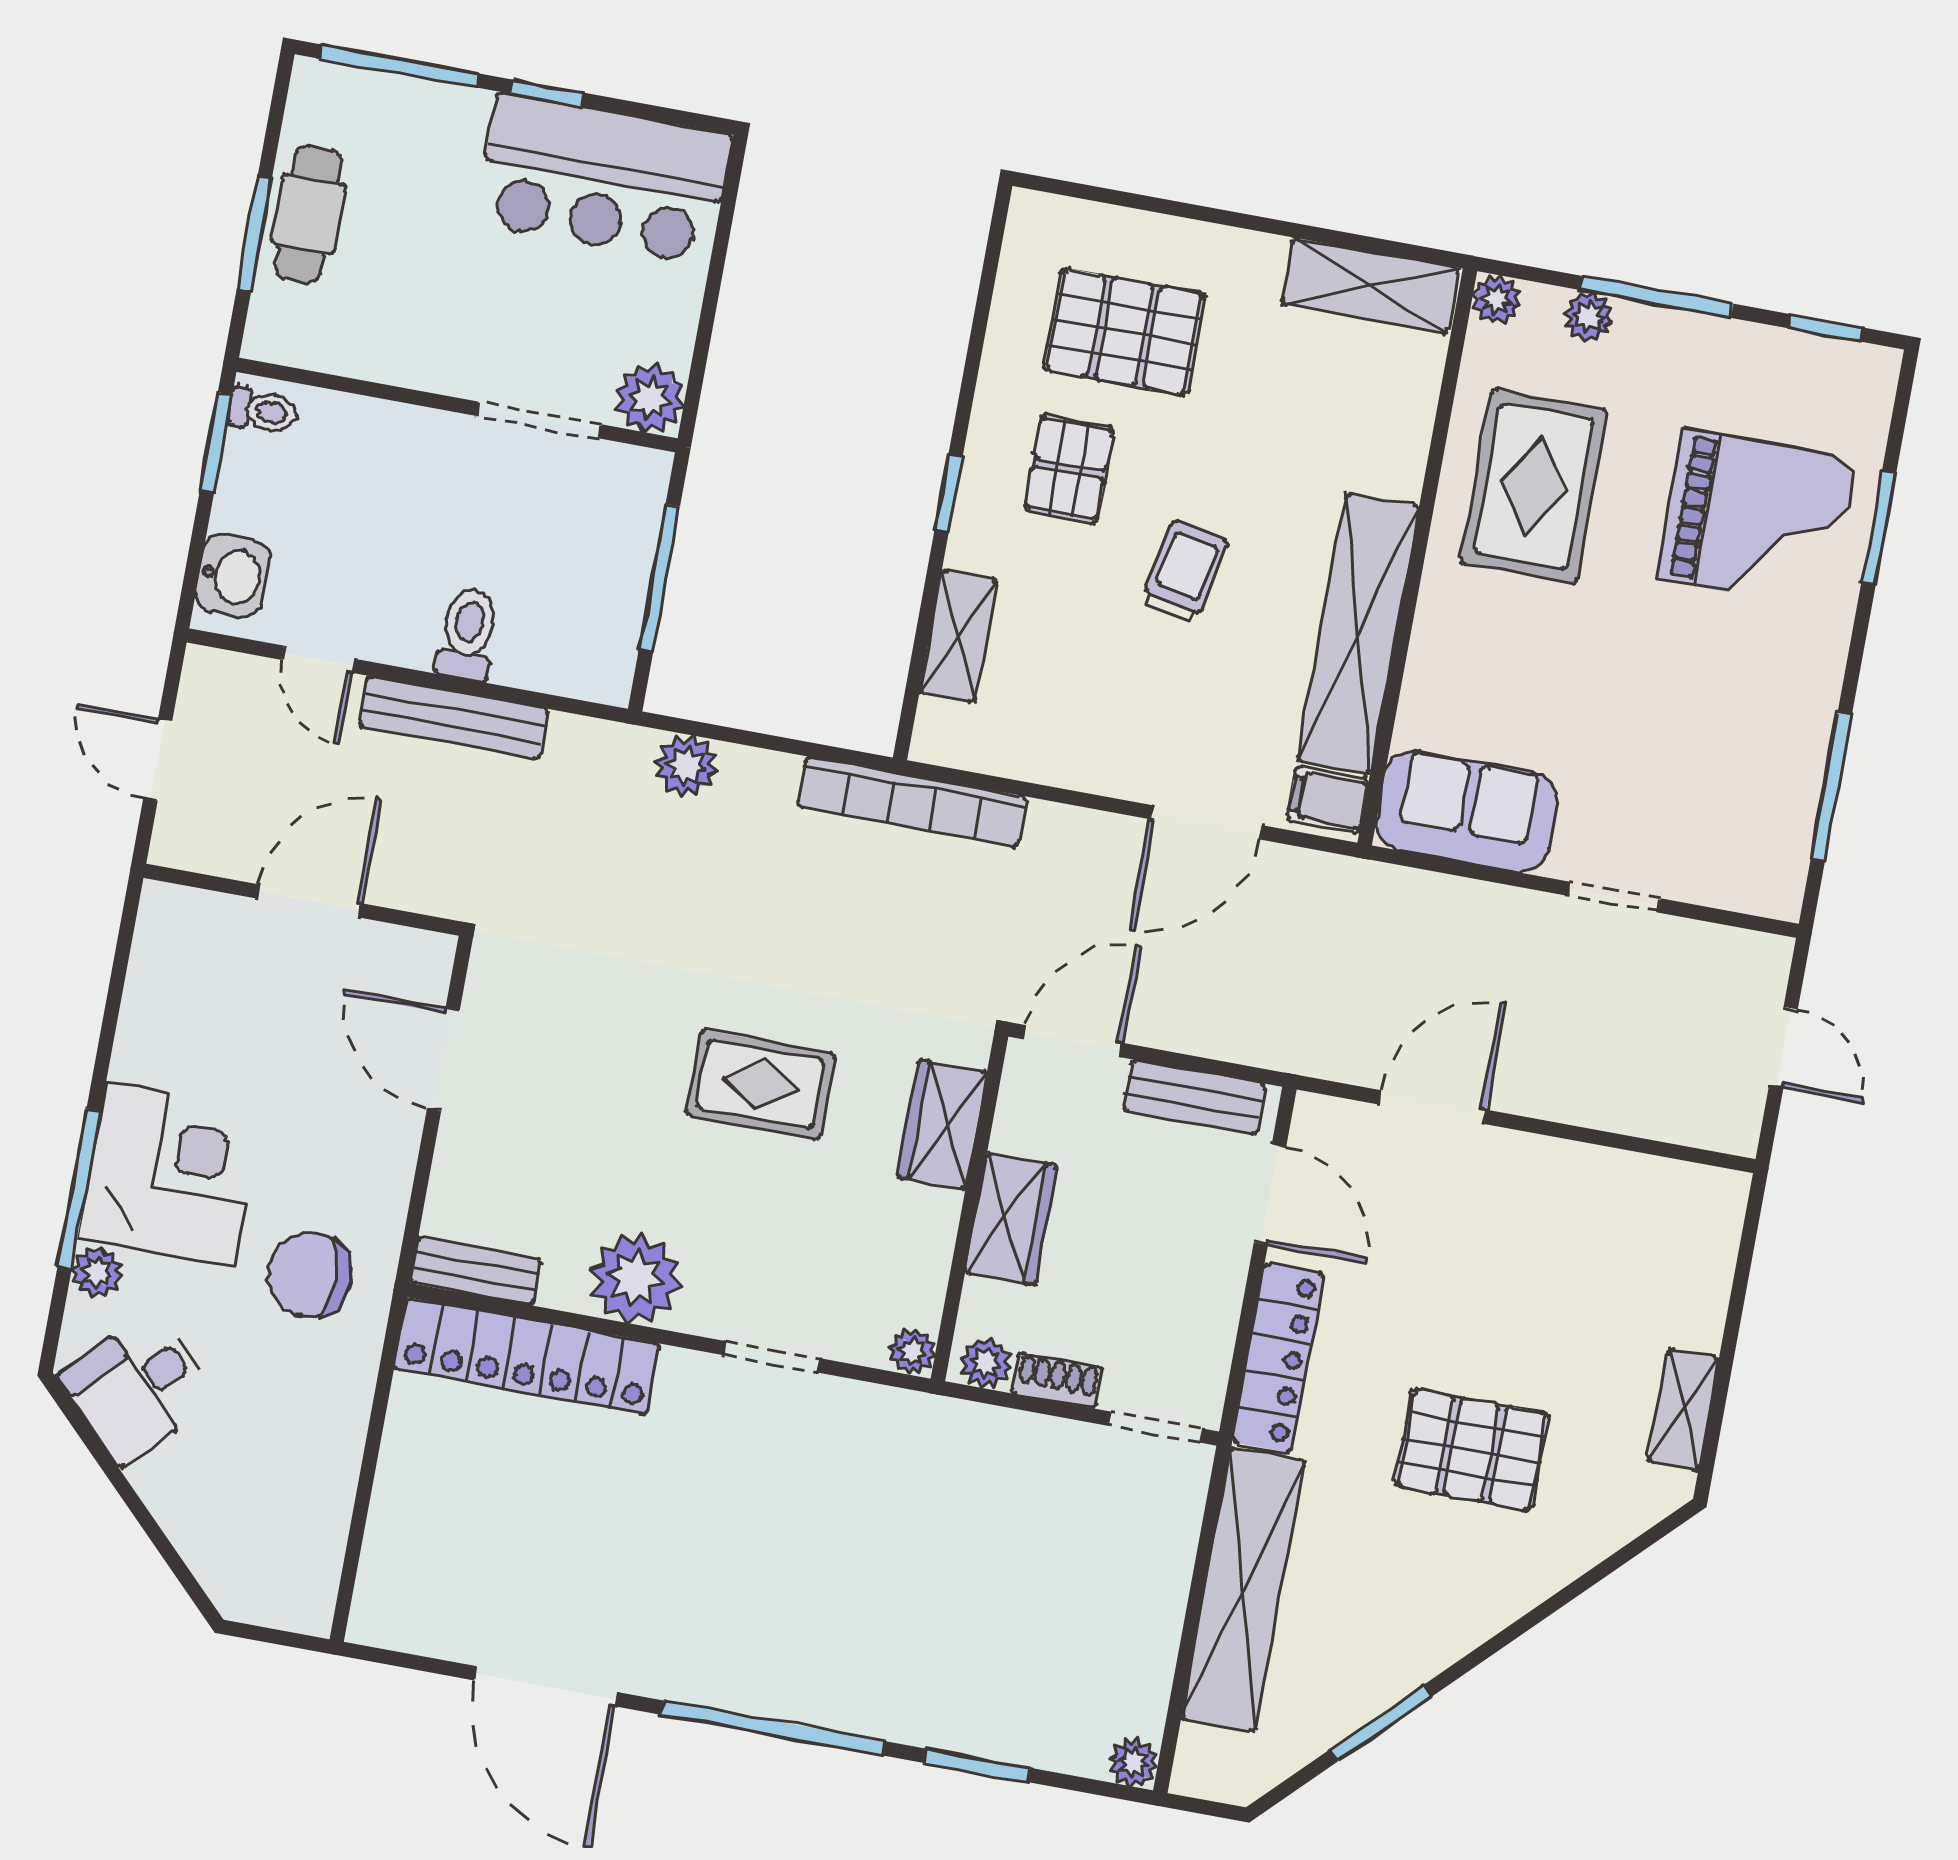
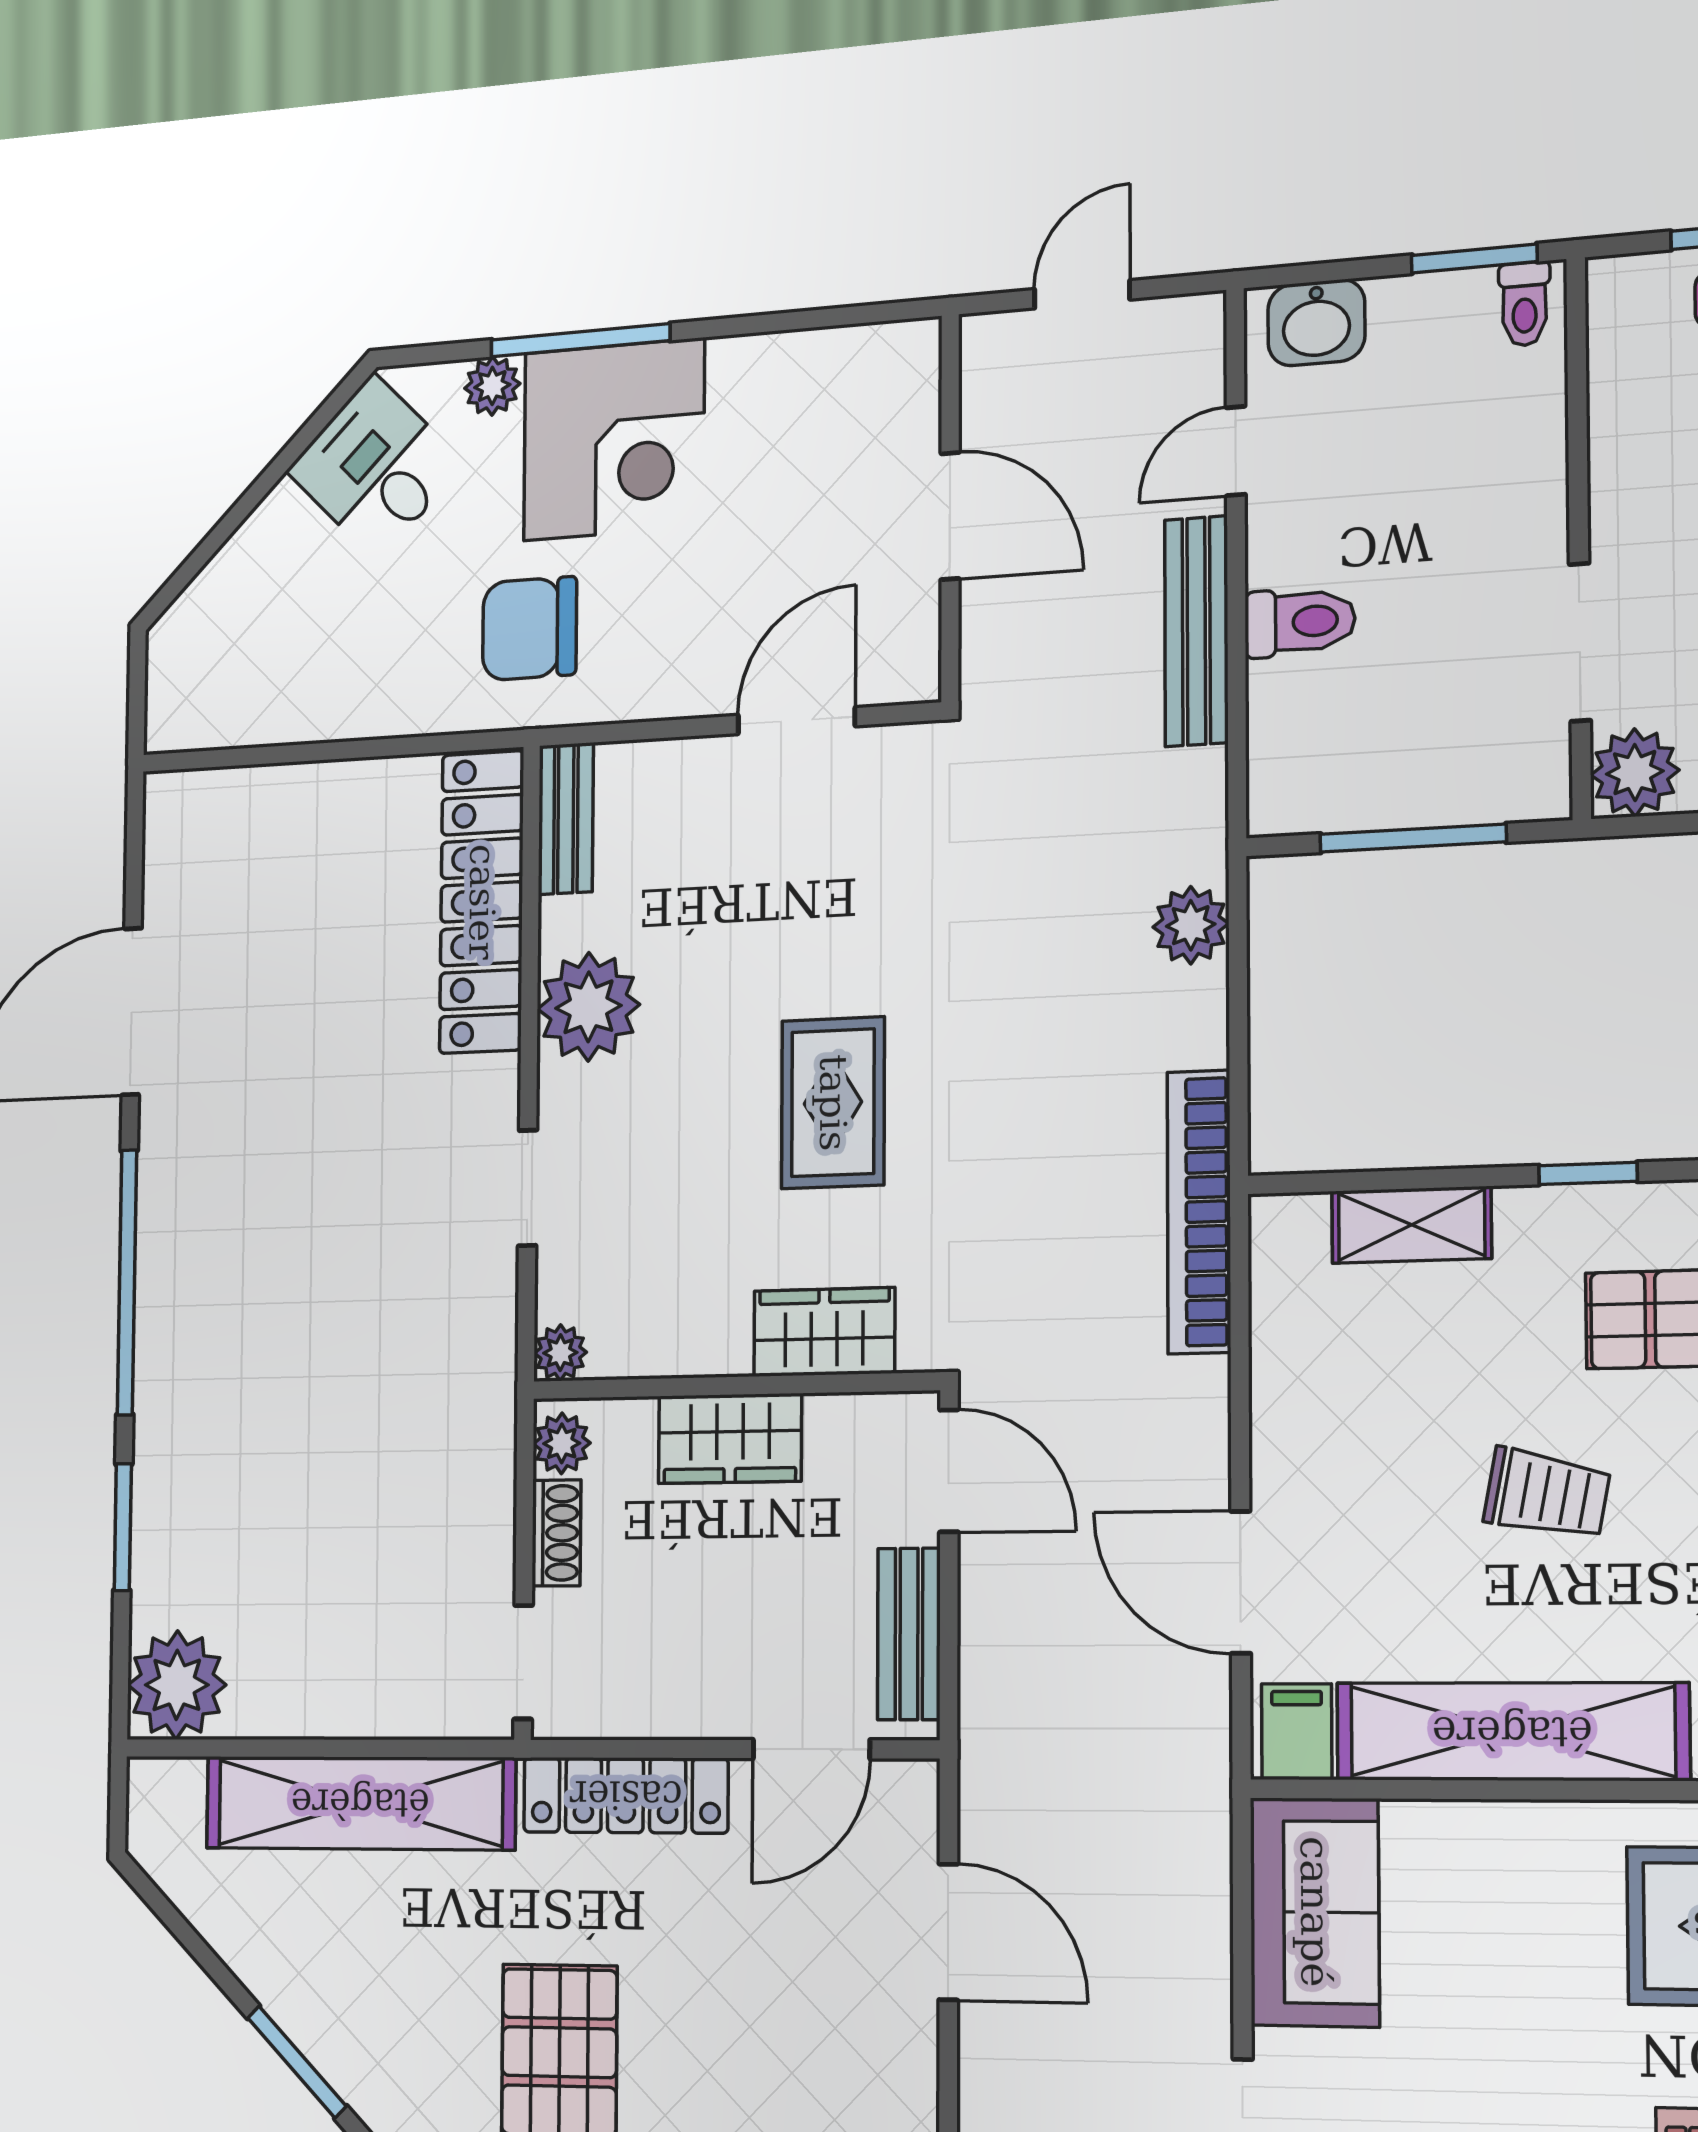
chair: (310, 1275) -> (530, 629), turned -90
window: (1380, 1724) -> (297, 2062), moved
plant: (1134, 1762) -> (177, 1685), width x1.88, depth x1.88

